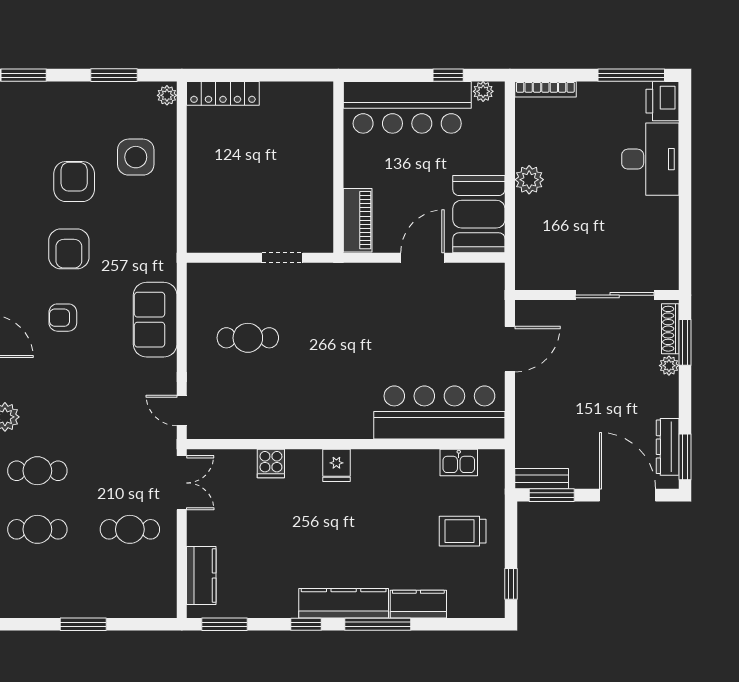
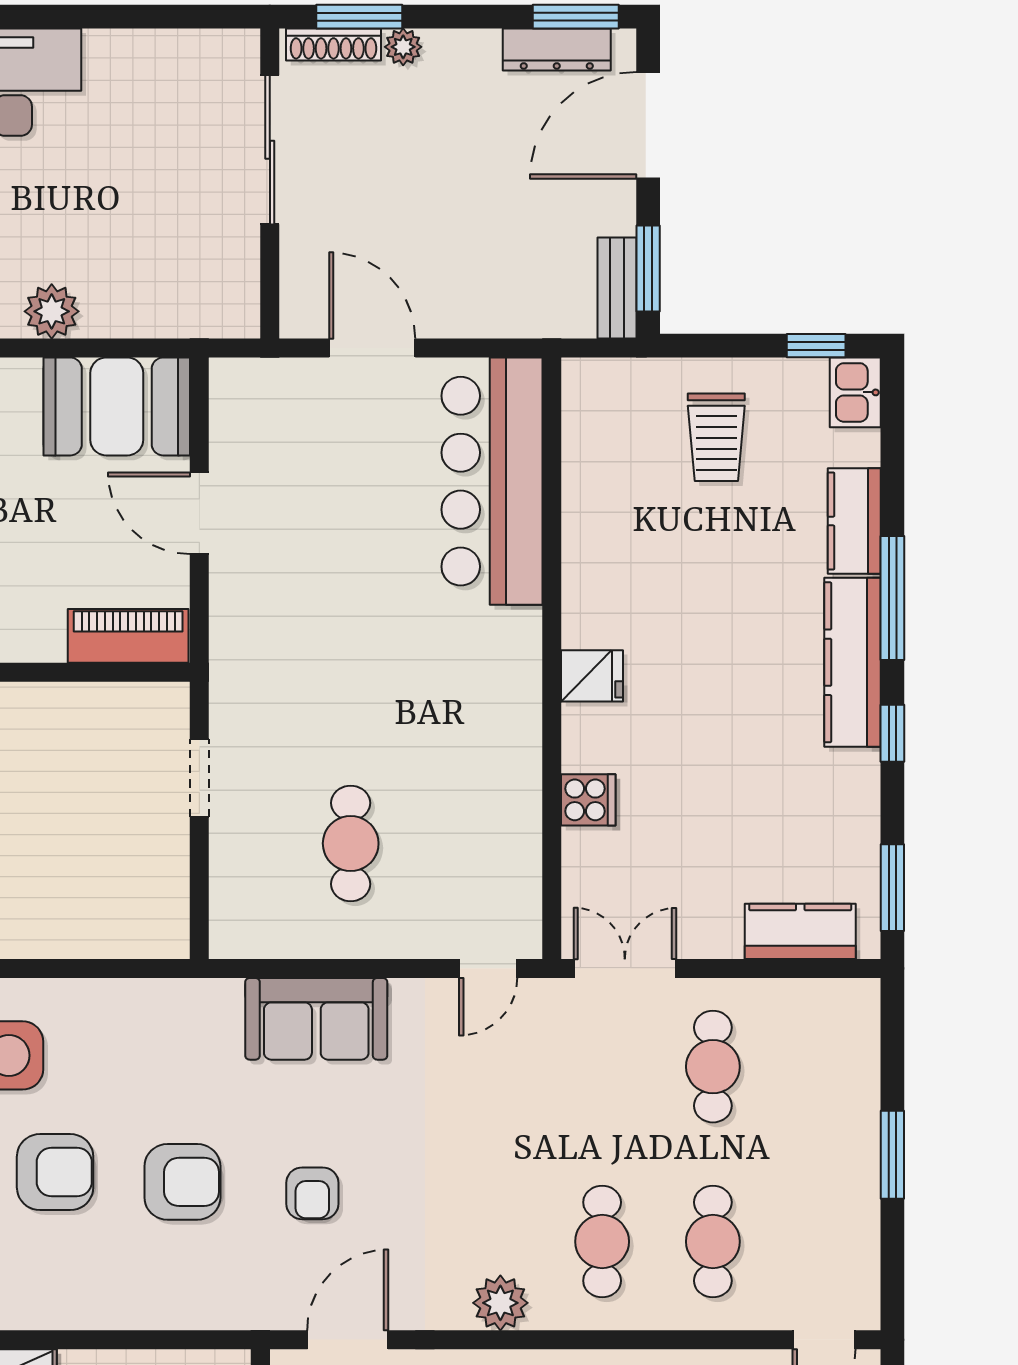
armchair: (74, 182) -> (55, 1172), turned 180
kitchen sink: (459, 463) -> (855, 392), moved, turned 180

